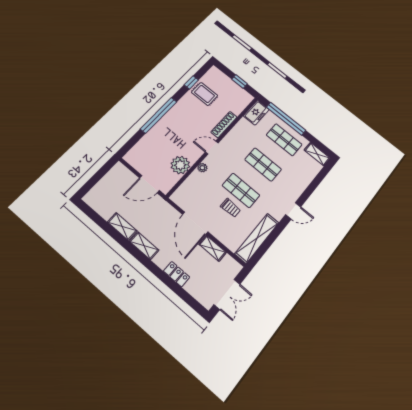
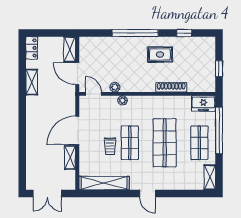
rug: (204, 94) -> (160, 55), moved, turned 90
door: (212, 148) -> (93, 94), moved
shop shelf: (263, 164) -> (165, 143), width x1.43, depth x1.36
plant: (180, 165) -> (115, 87), width x0.53, depth x0.53
shelving: (144, 246) -> (70, 49), moved
locker: (177, 274) -> (32, 48), moved

